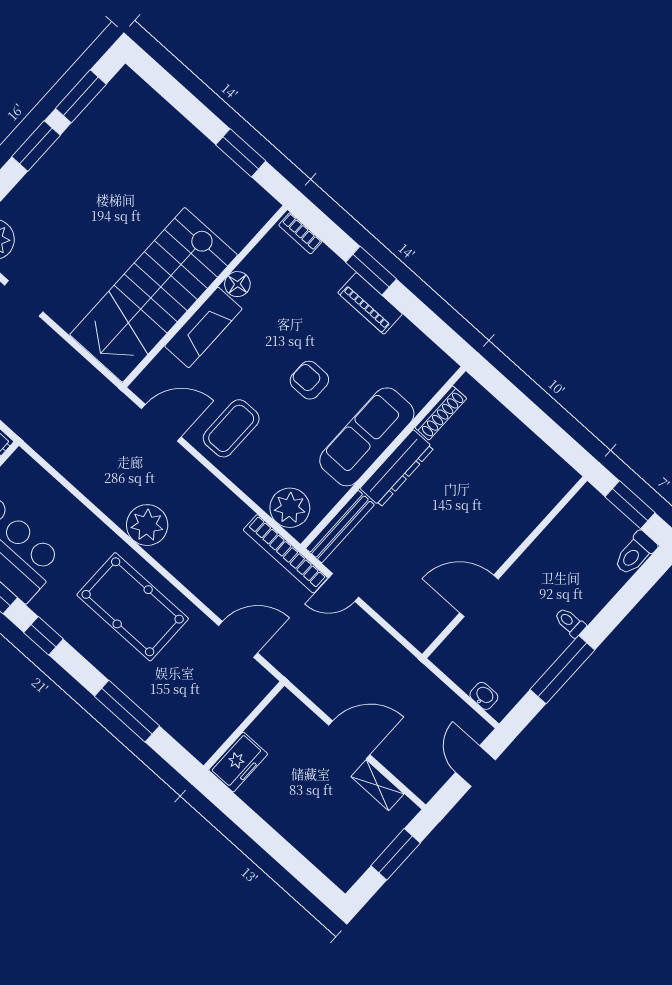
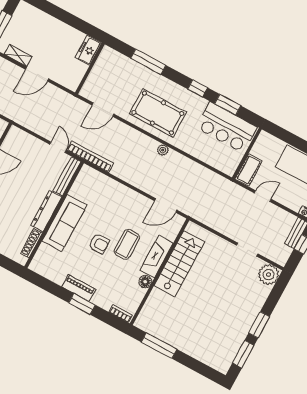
window: (241, 153) -> (159, 346), width x1.44
stairs: (154, 295) -> (179, 264), width x0.73, depth x0.66
coffee table: (231, 428) -> (127, 244), moved
plant: (290, 508) -> (93, 179), removed
plant: (147, 525) -> (163, 150), width x0.53, depth x0.53
door: (344, 587) -> (58, 147), hinge flipped

